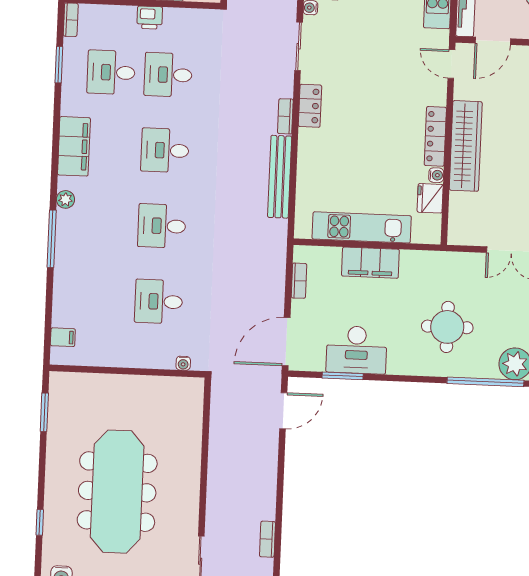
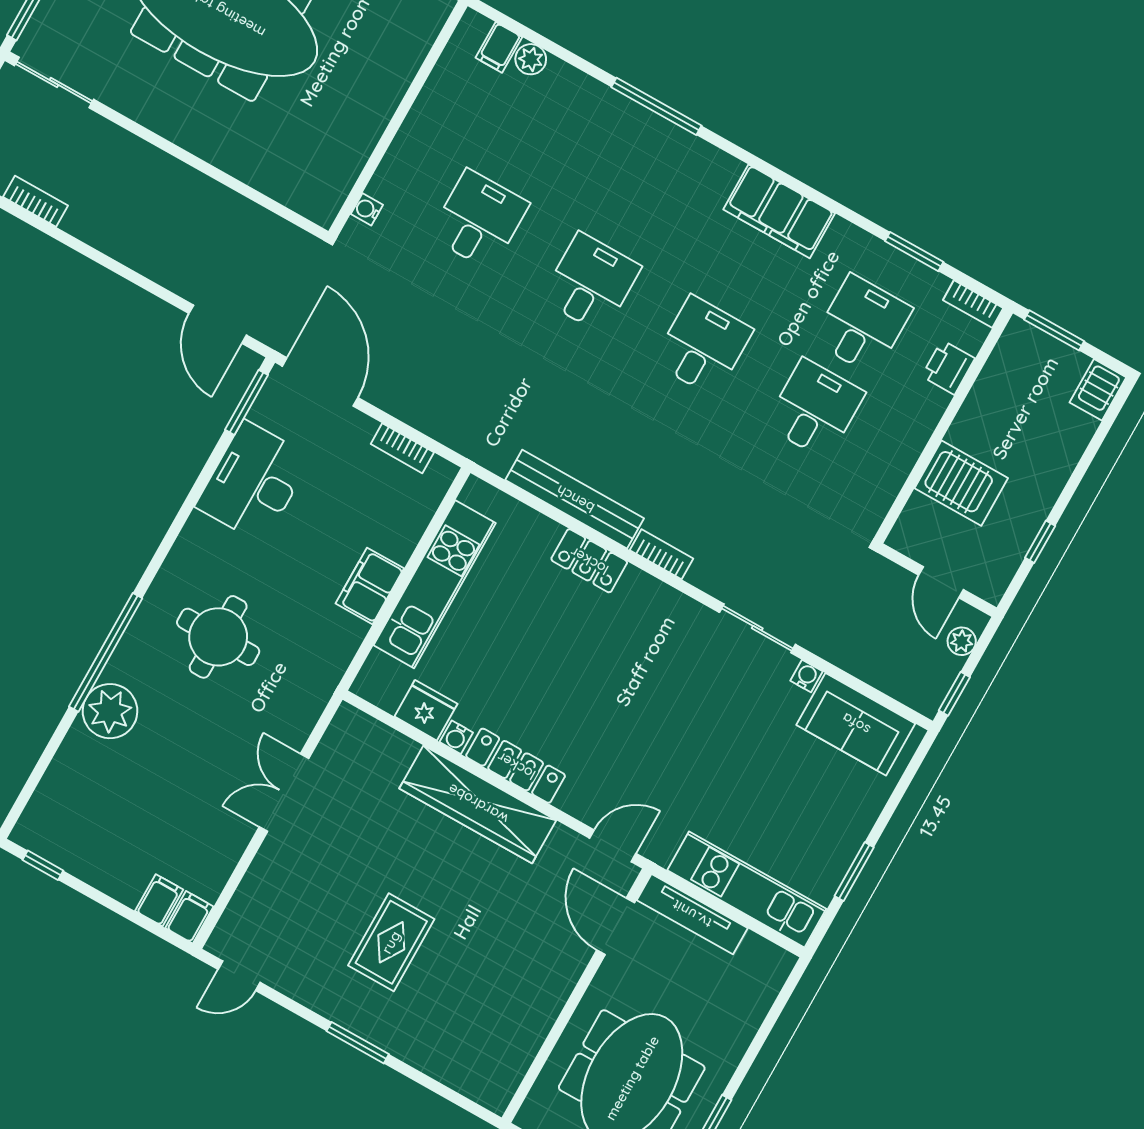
printer: (150, 18) -> (948, 367), moved
locker: (310, 106) -> (589, 561), moved
plant: (65, 199) -> (531, 59), moved
filing cabinet: (370, 263) -> (370, 586), width x0.67, depth x0.86
window: (343, 376) -> (246, 402), moved

